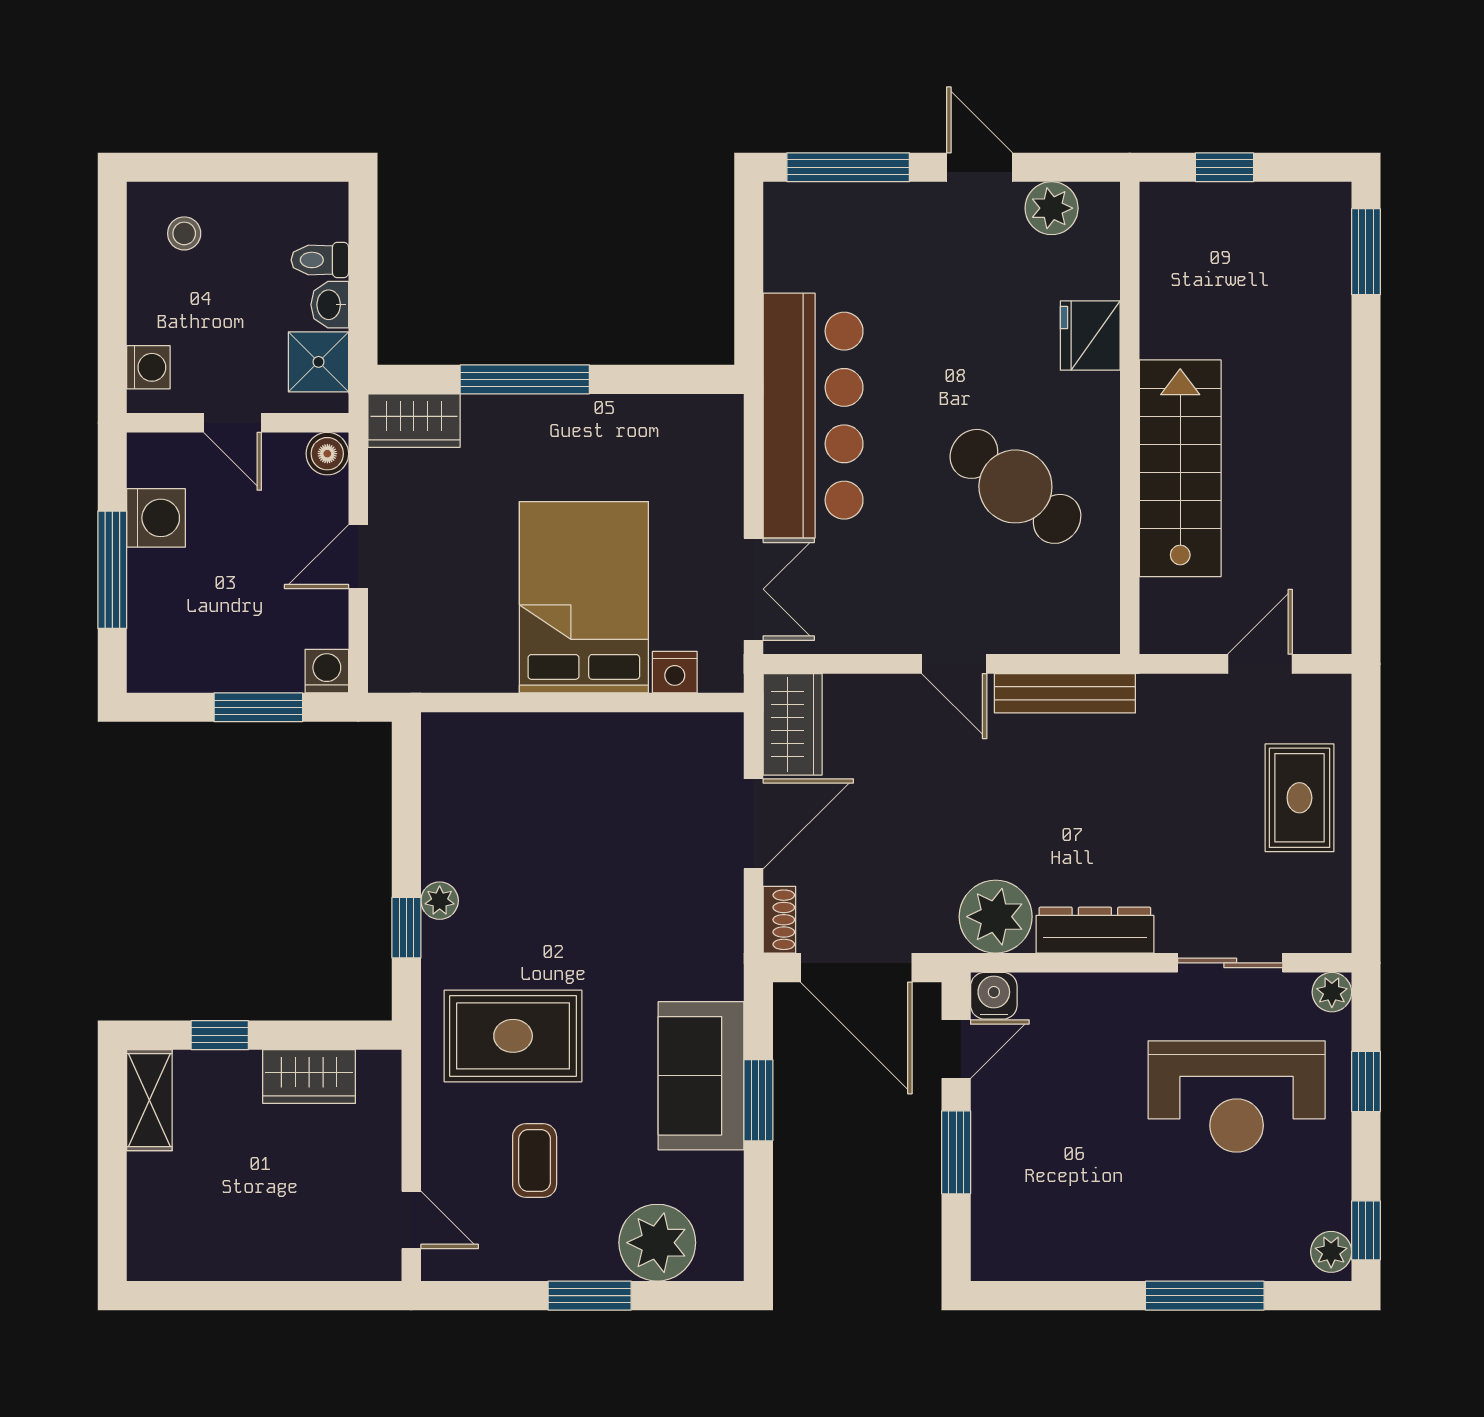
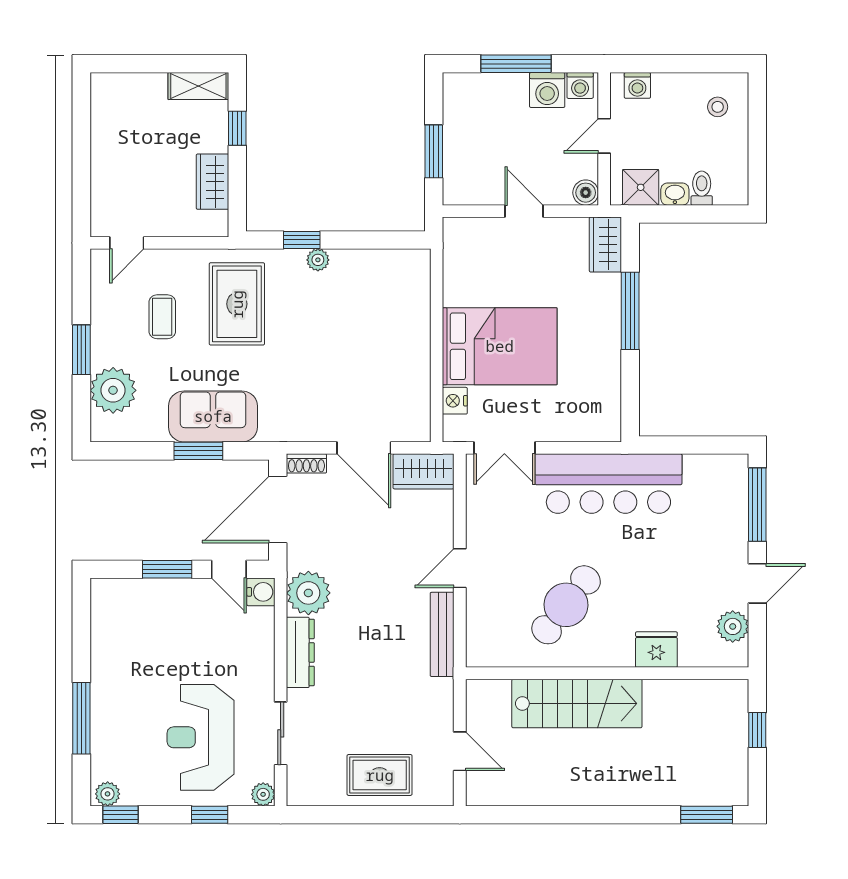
washing machine: (327, 671) -> (580, 85), moved, turned 90
coffee table: (535, 1161) -> (162, 317), turned 90

